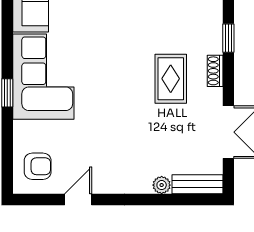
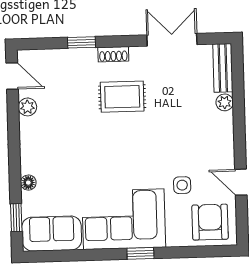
side table: (77, 138) -> (182, 185), added
armchair: (38, 166) -> (210, 222), width x1.38, depth x1.38

